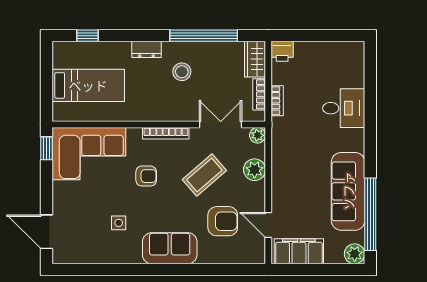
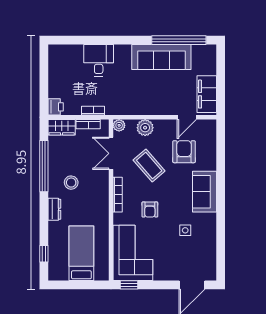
armchair: (146, 176) -> (150, 210), turned 180
plant: (355, 254) -> (209, 52), removed

